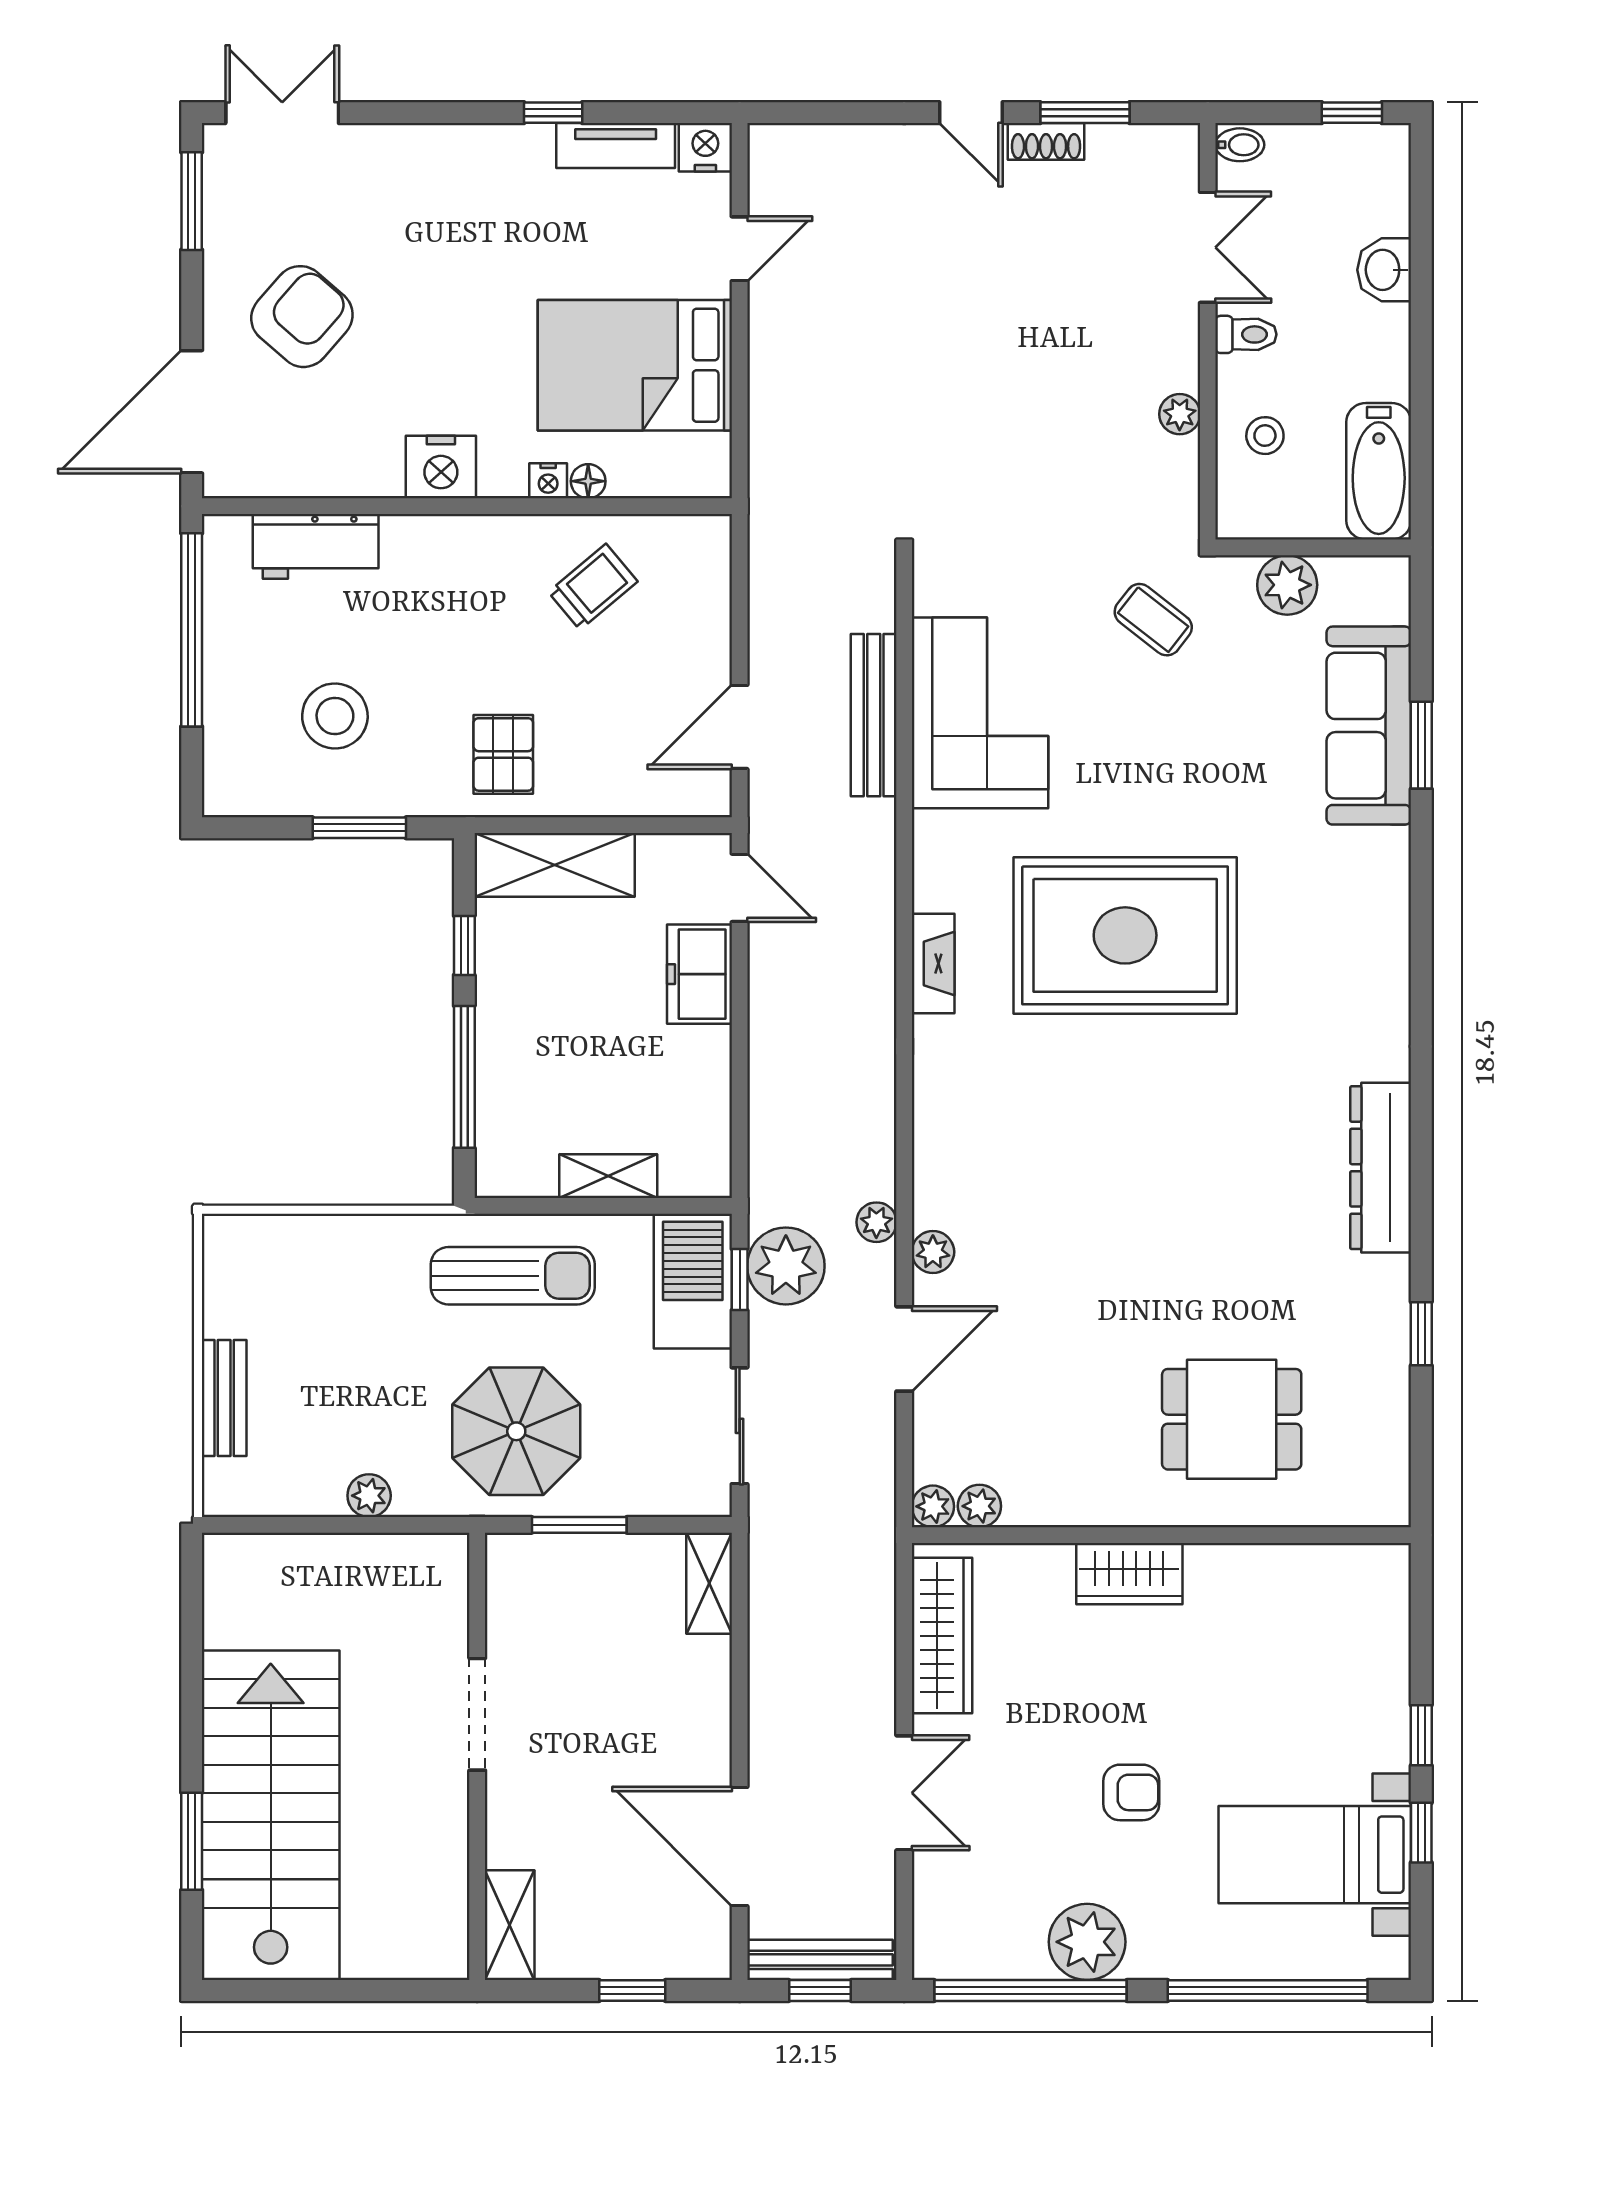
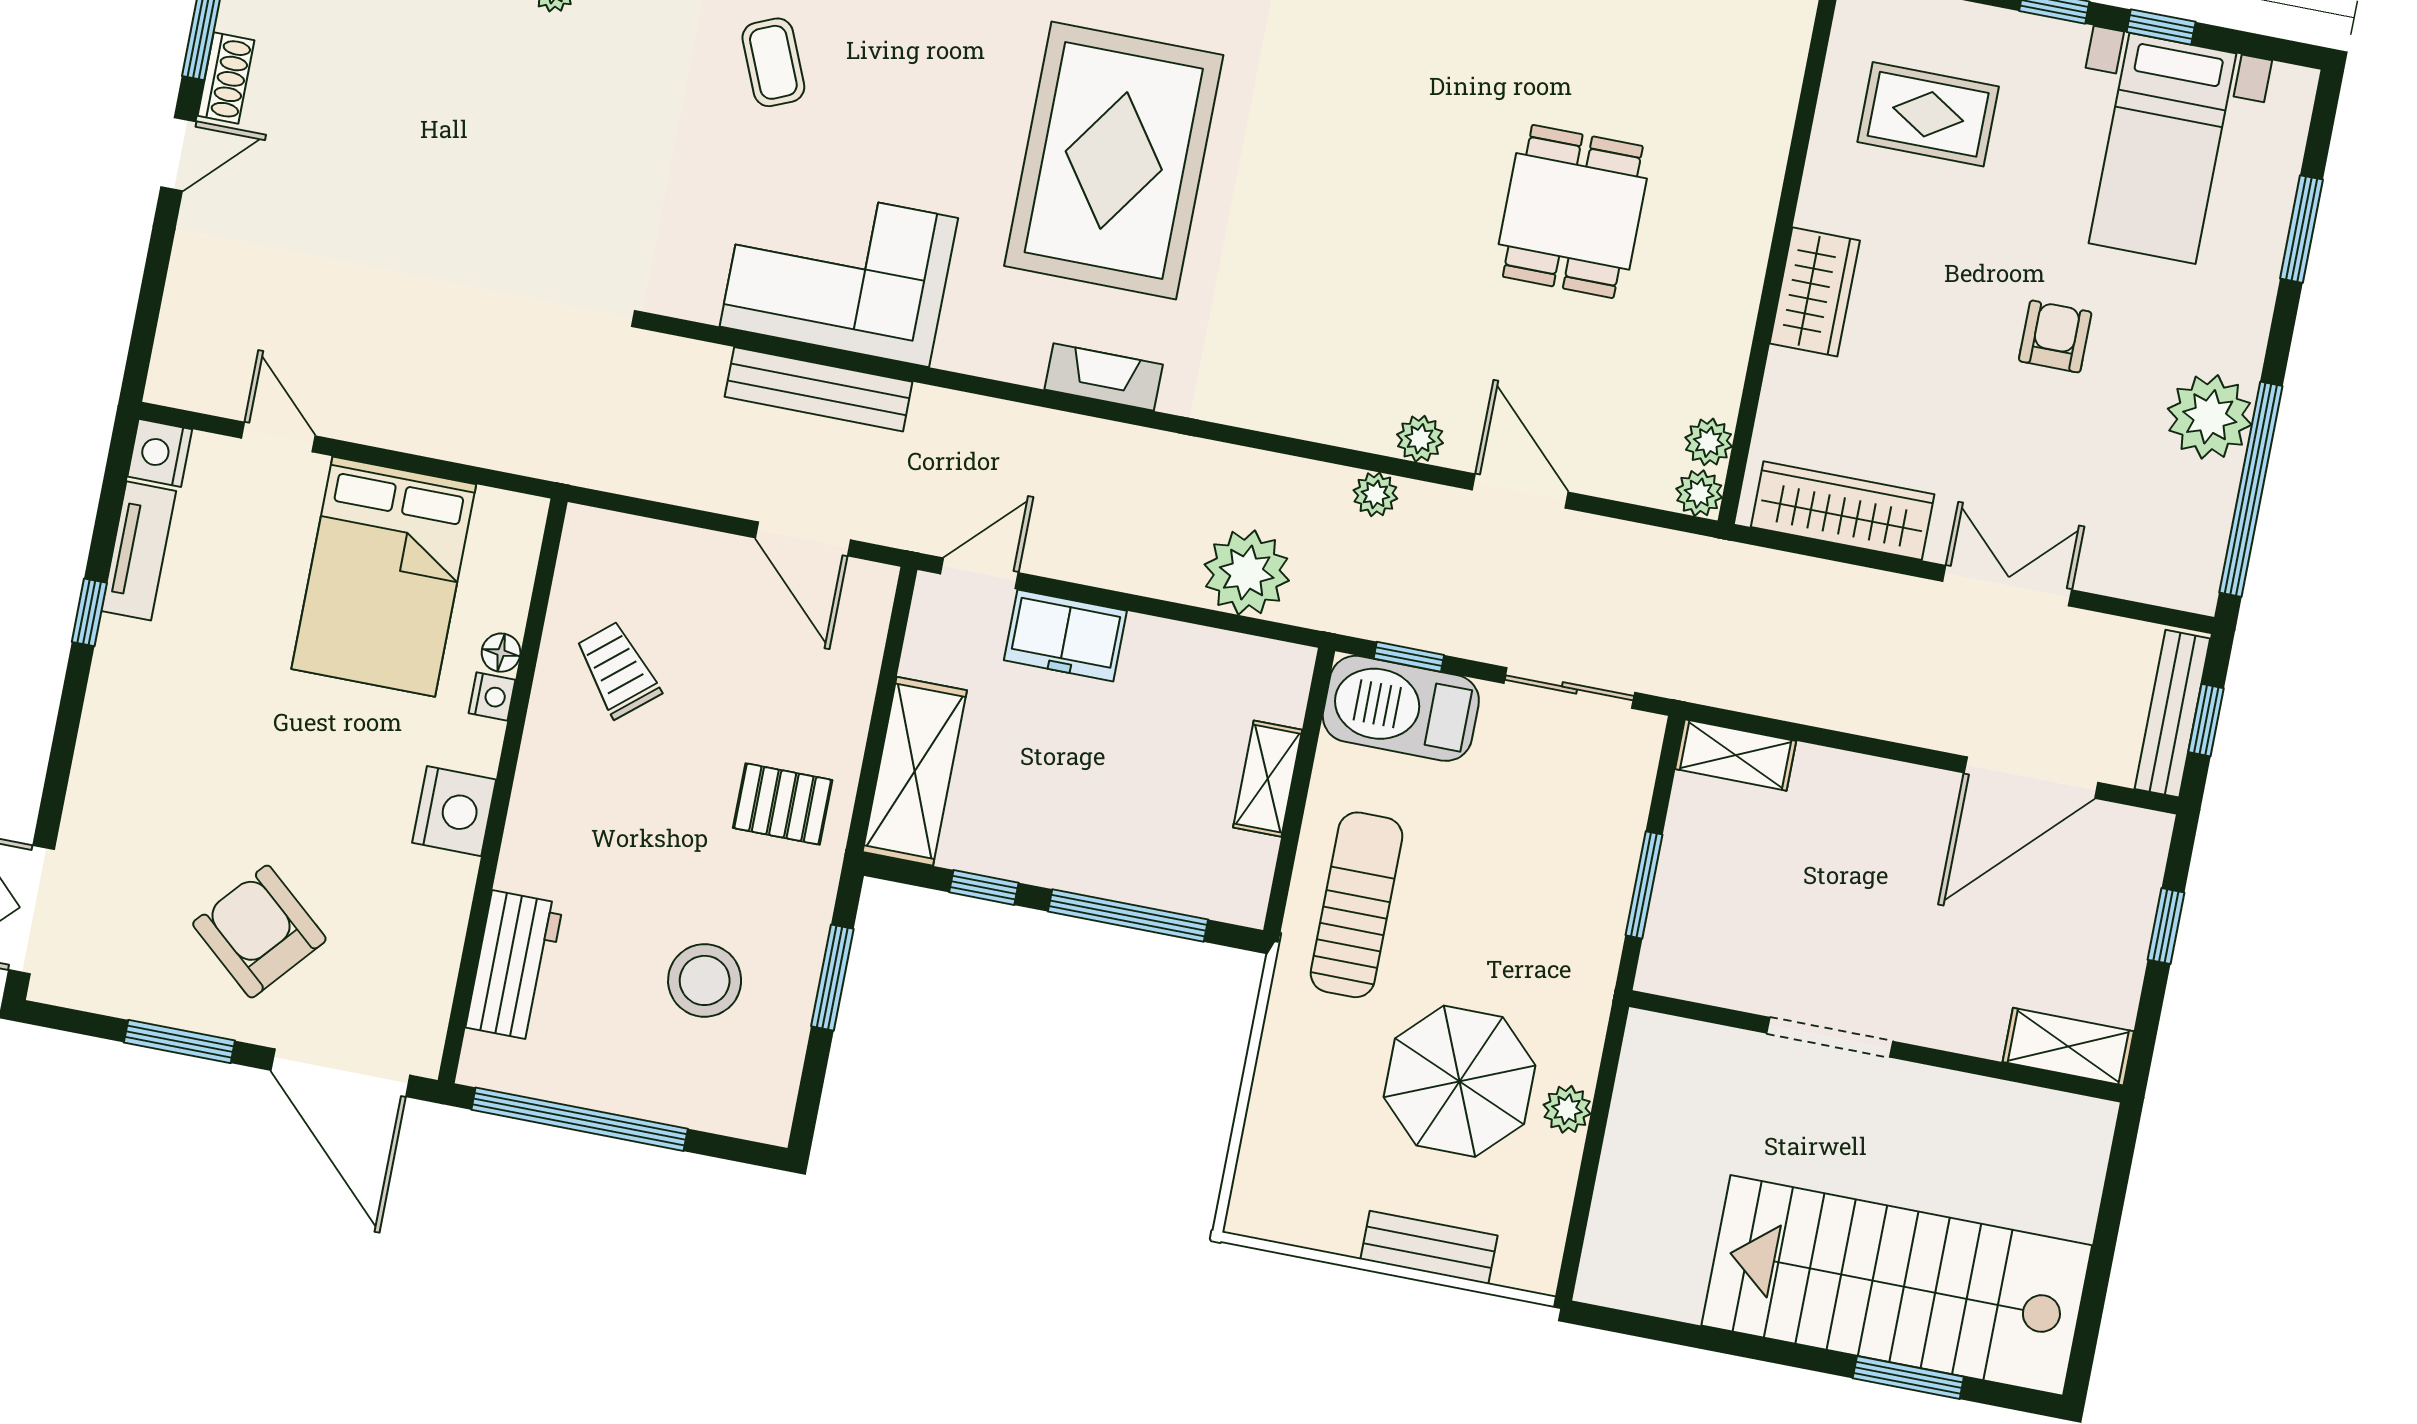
window: (192, 201) -> (179, 1042), moved
coffee table: (1153, 620) -> (773, 62), turned -61
plant: (786, 1266) -> (1247, 572), moved
dining table: (1232, 1419) -> (1573, 211), moved
parasol: (516, 1431) -> (1459, 1081), moved
rug: (1305, 1643) -> (1928, 114), added
window: (1268, 1990) -> (2301, 229), width x0.47

